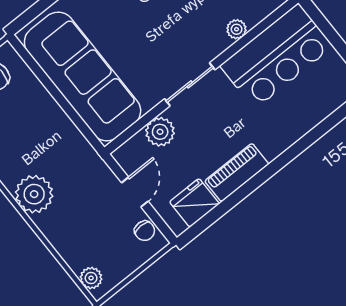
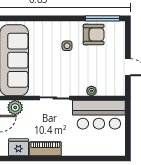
plant: (160, 132) -> (15, 108), moved

